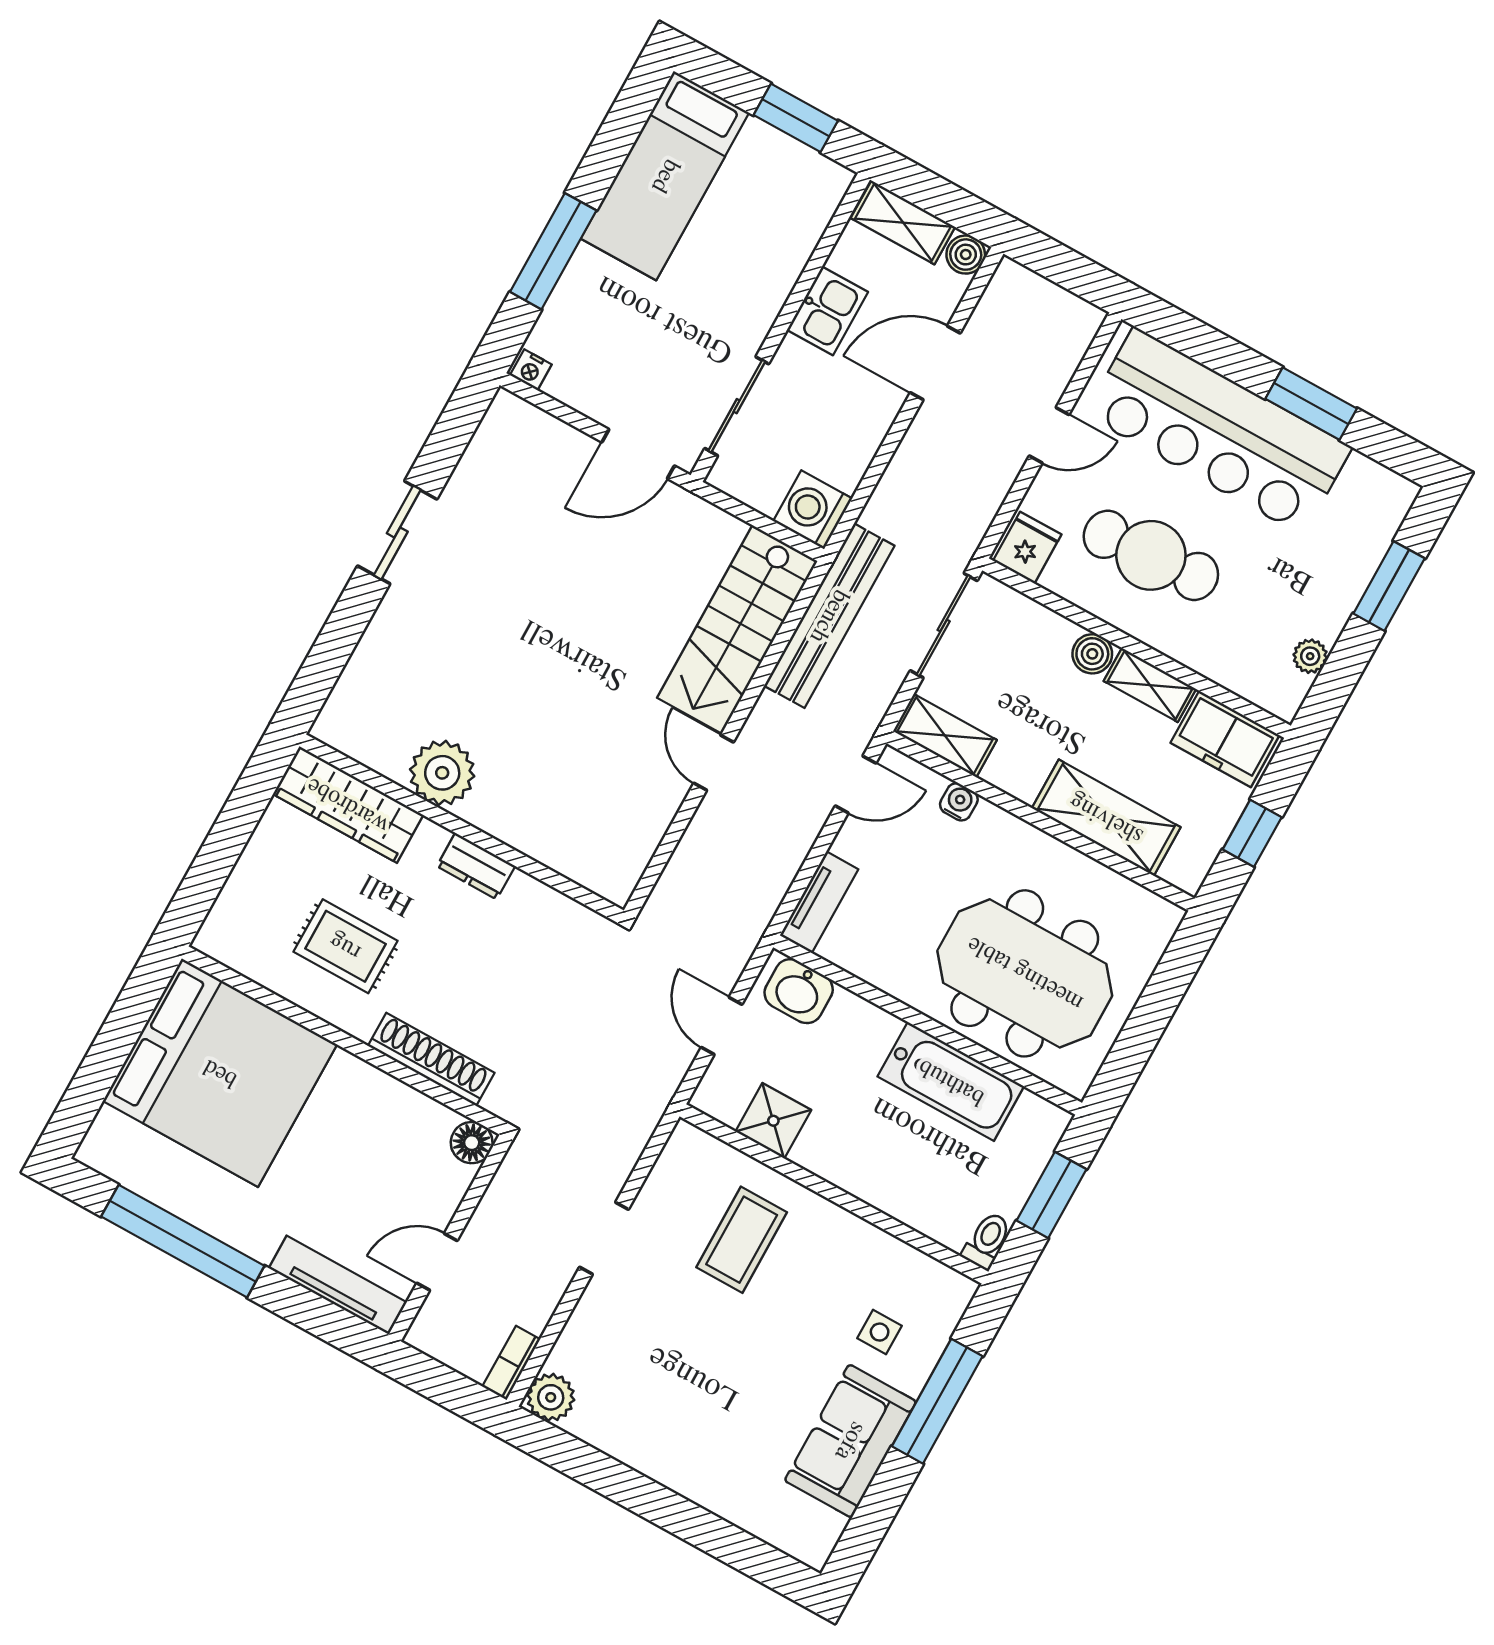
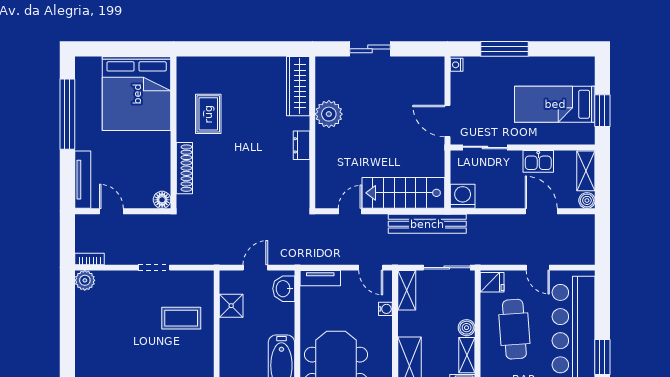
bed: (665, 176) -> (555, 104), moved
plant: (442, 773) -> (329, 114), moved
wardrobe: (348, 805) -> (298, 86), moved
wall: (462, 828) -> (312, 132), moved
dresser: (476, 866) -> (302, 145), moved

